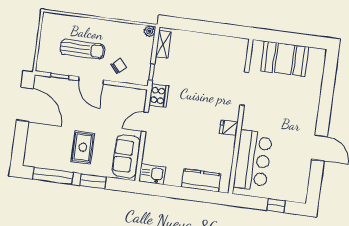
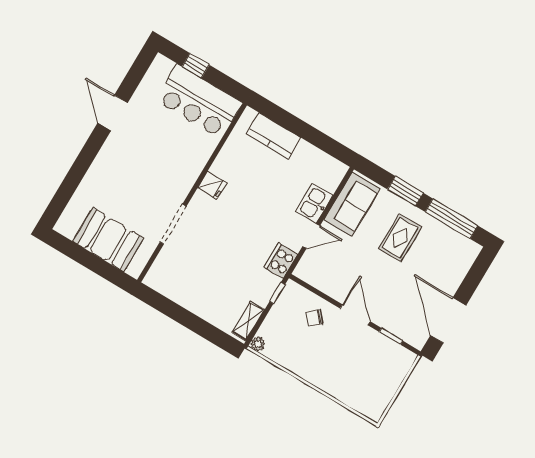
sun lounger: (83, 49) -> (349, 357), removed
bar counter: (253, 160) -> (199, 101), moved, turned -90
kitchen sink: (152, 174) -> (314, 203), moved, turned 90

